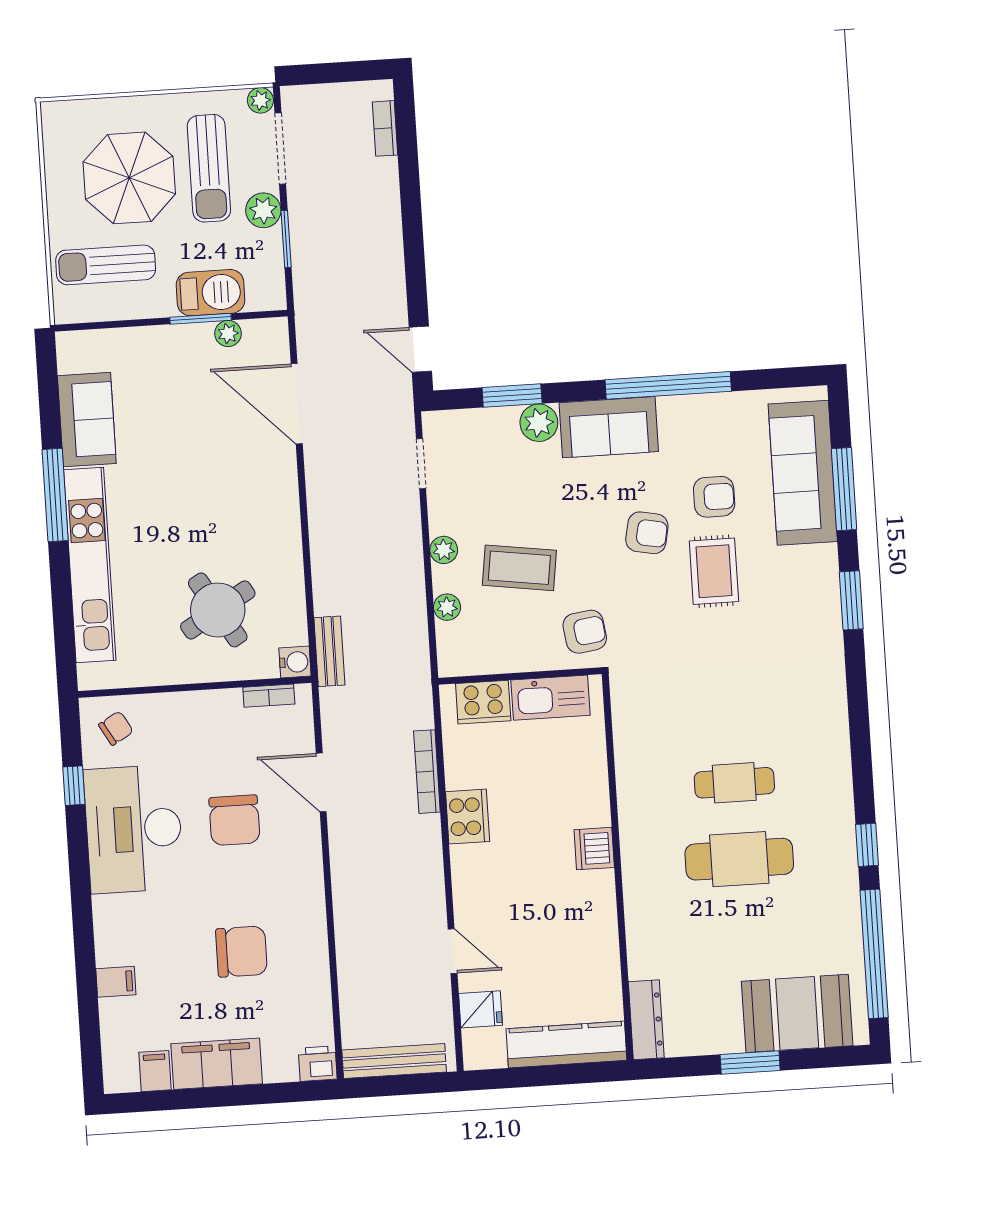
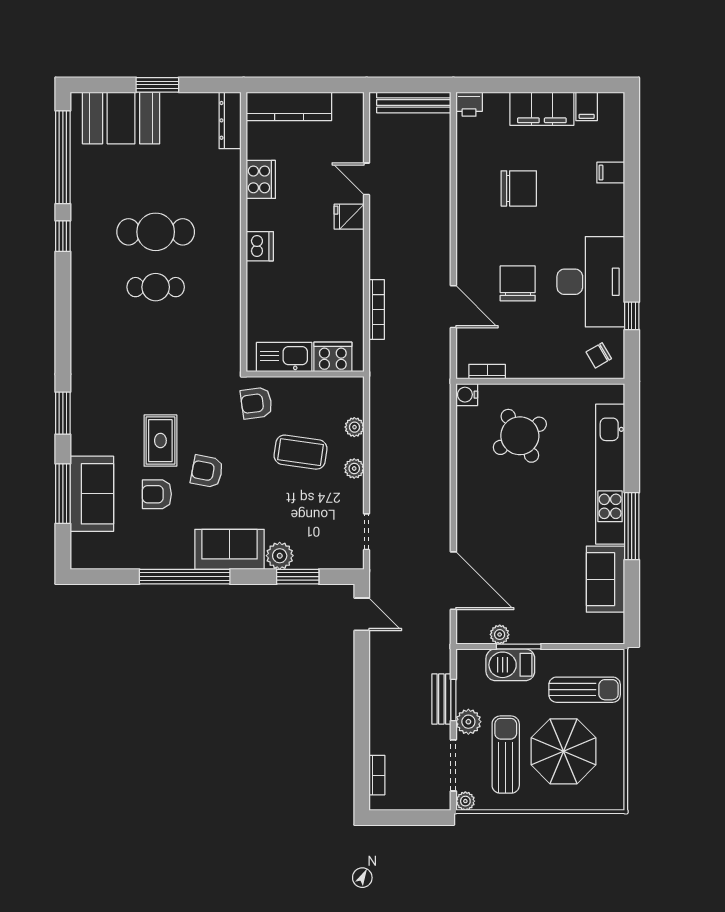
sofa: (803, 473) -> (92, 494), width x0.73
bench: (329, 651) -> (441, 699), moved
cooker: (468, 817) -> (261, 179), moved, turned 180
chair: (241, 952) -> (519, 188), turned 180
fridge: (480, 1009) -> (349, 217), moved

